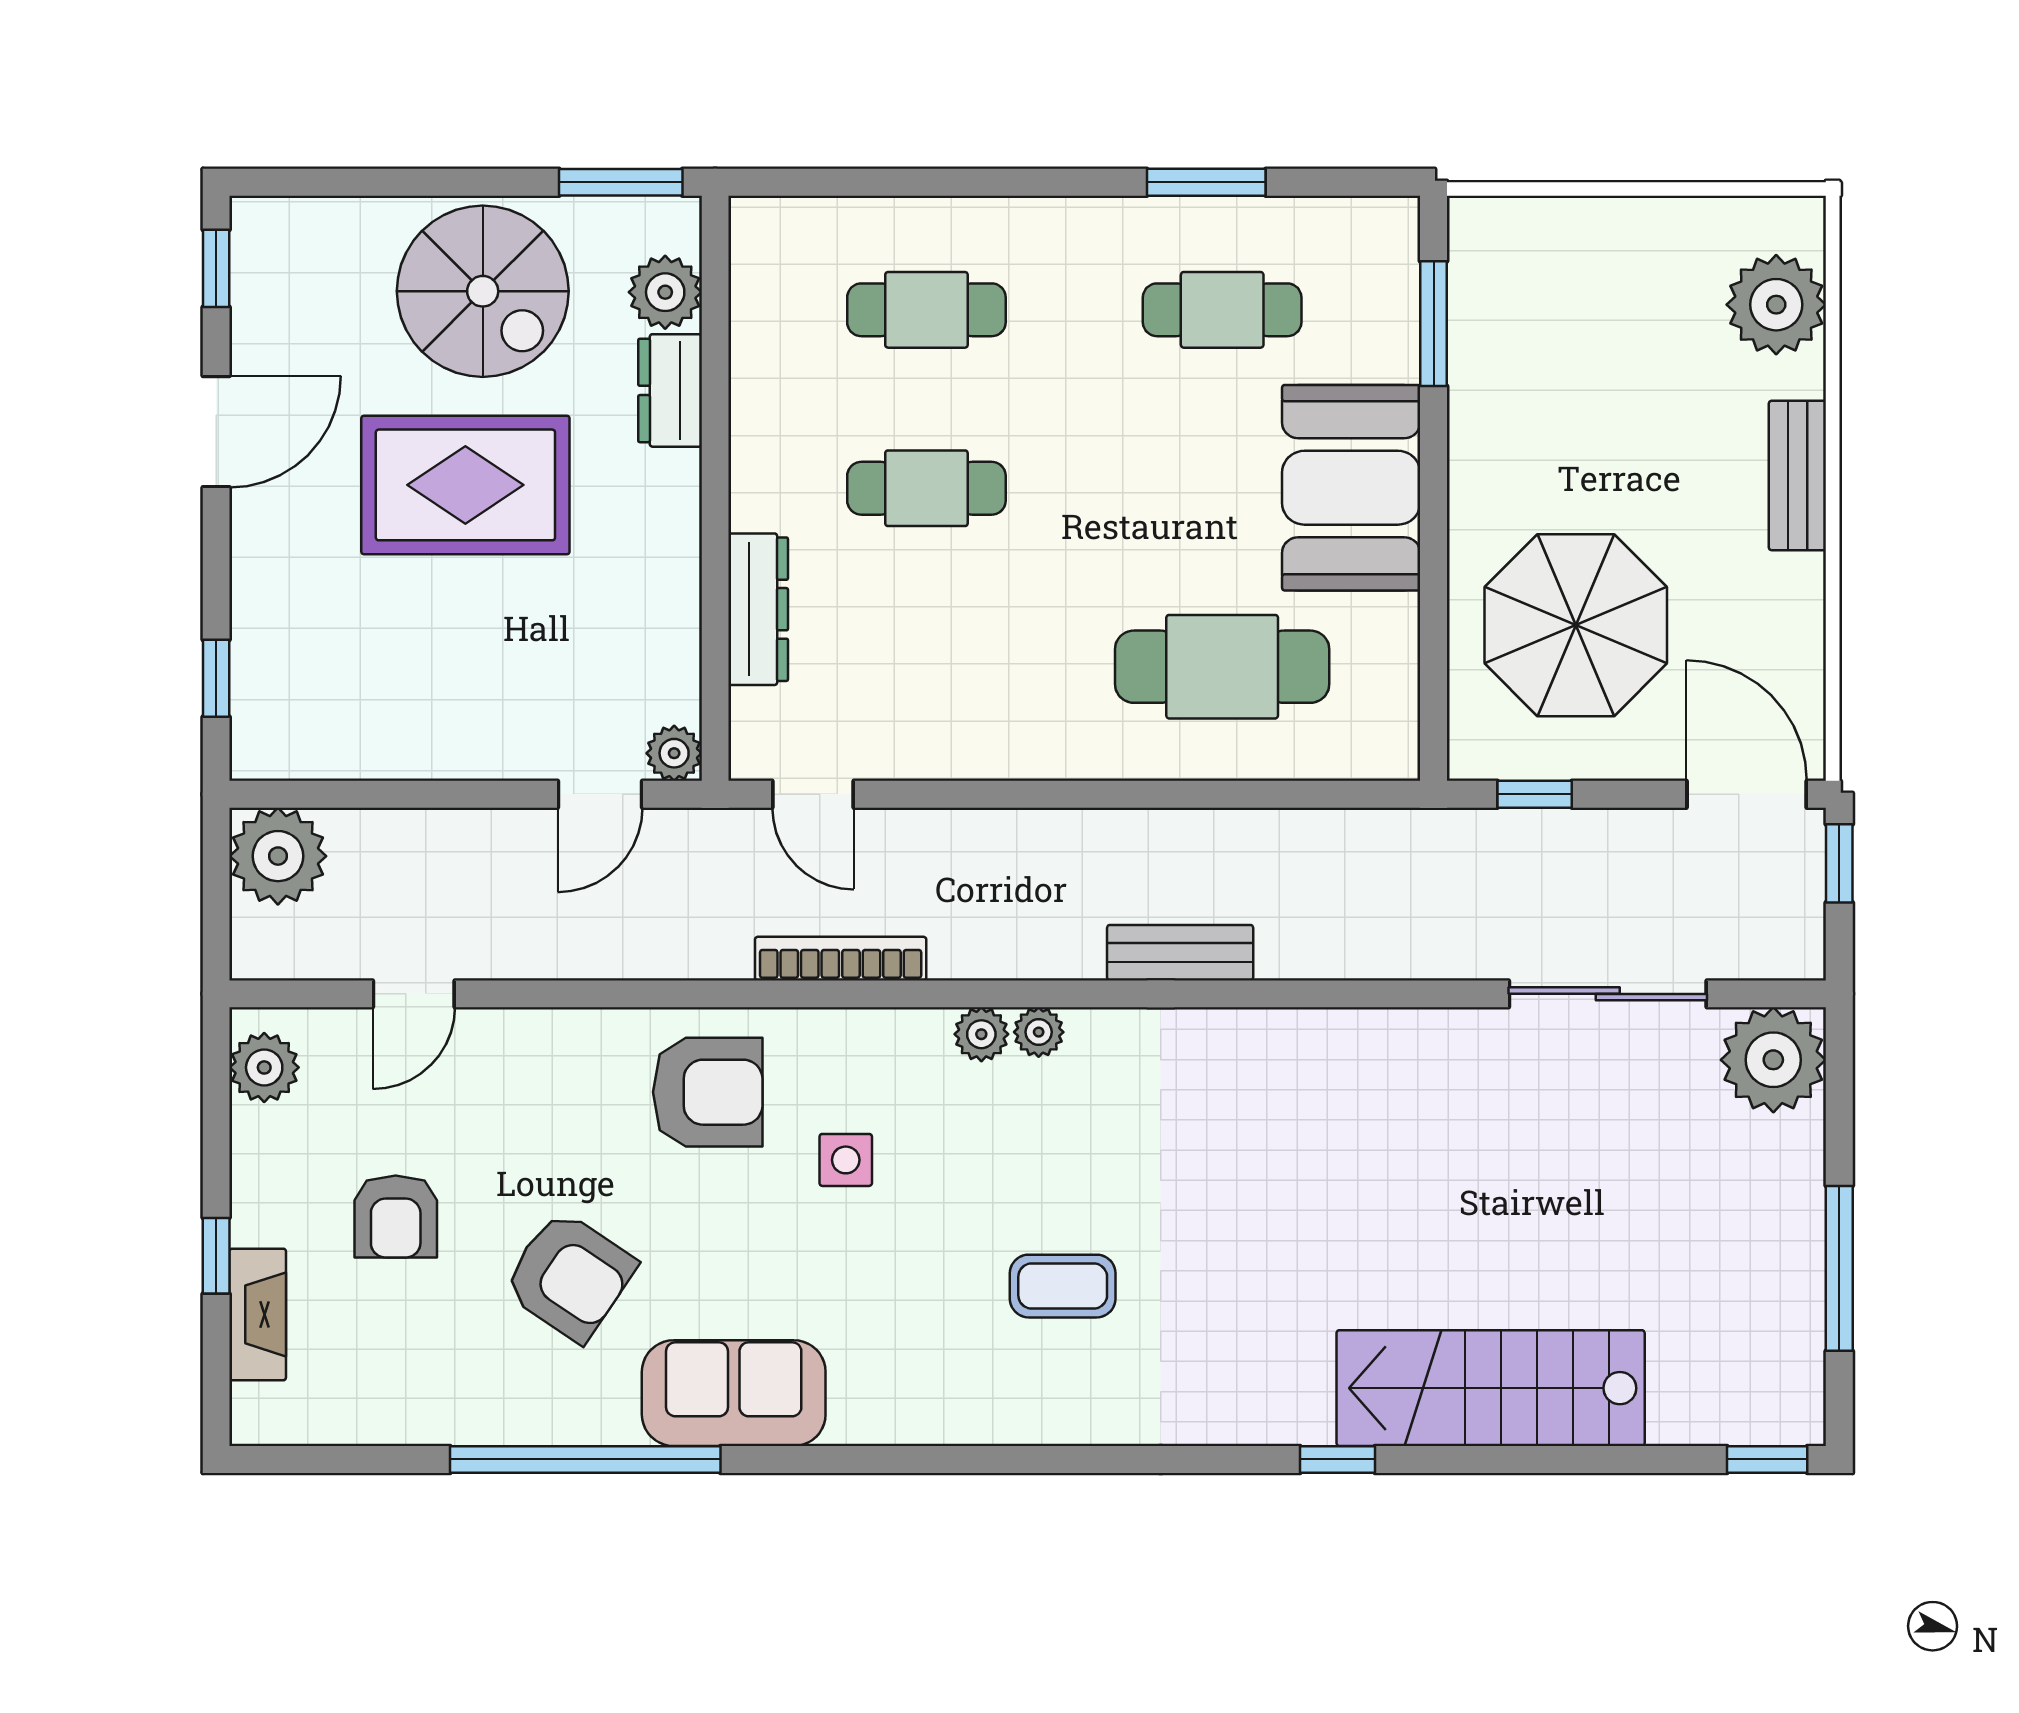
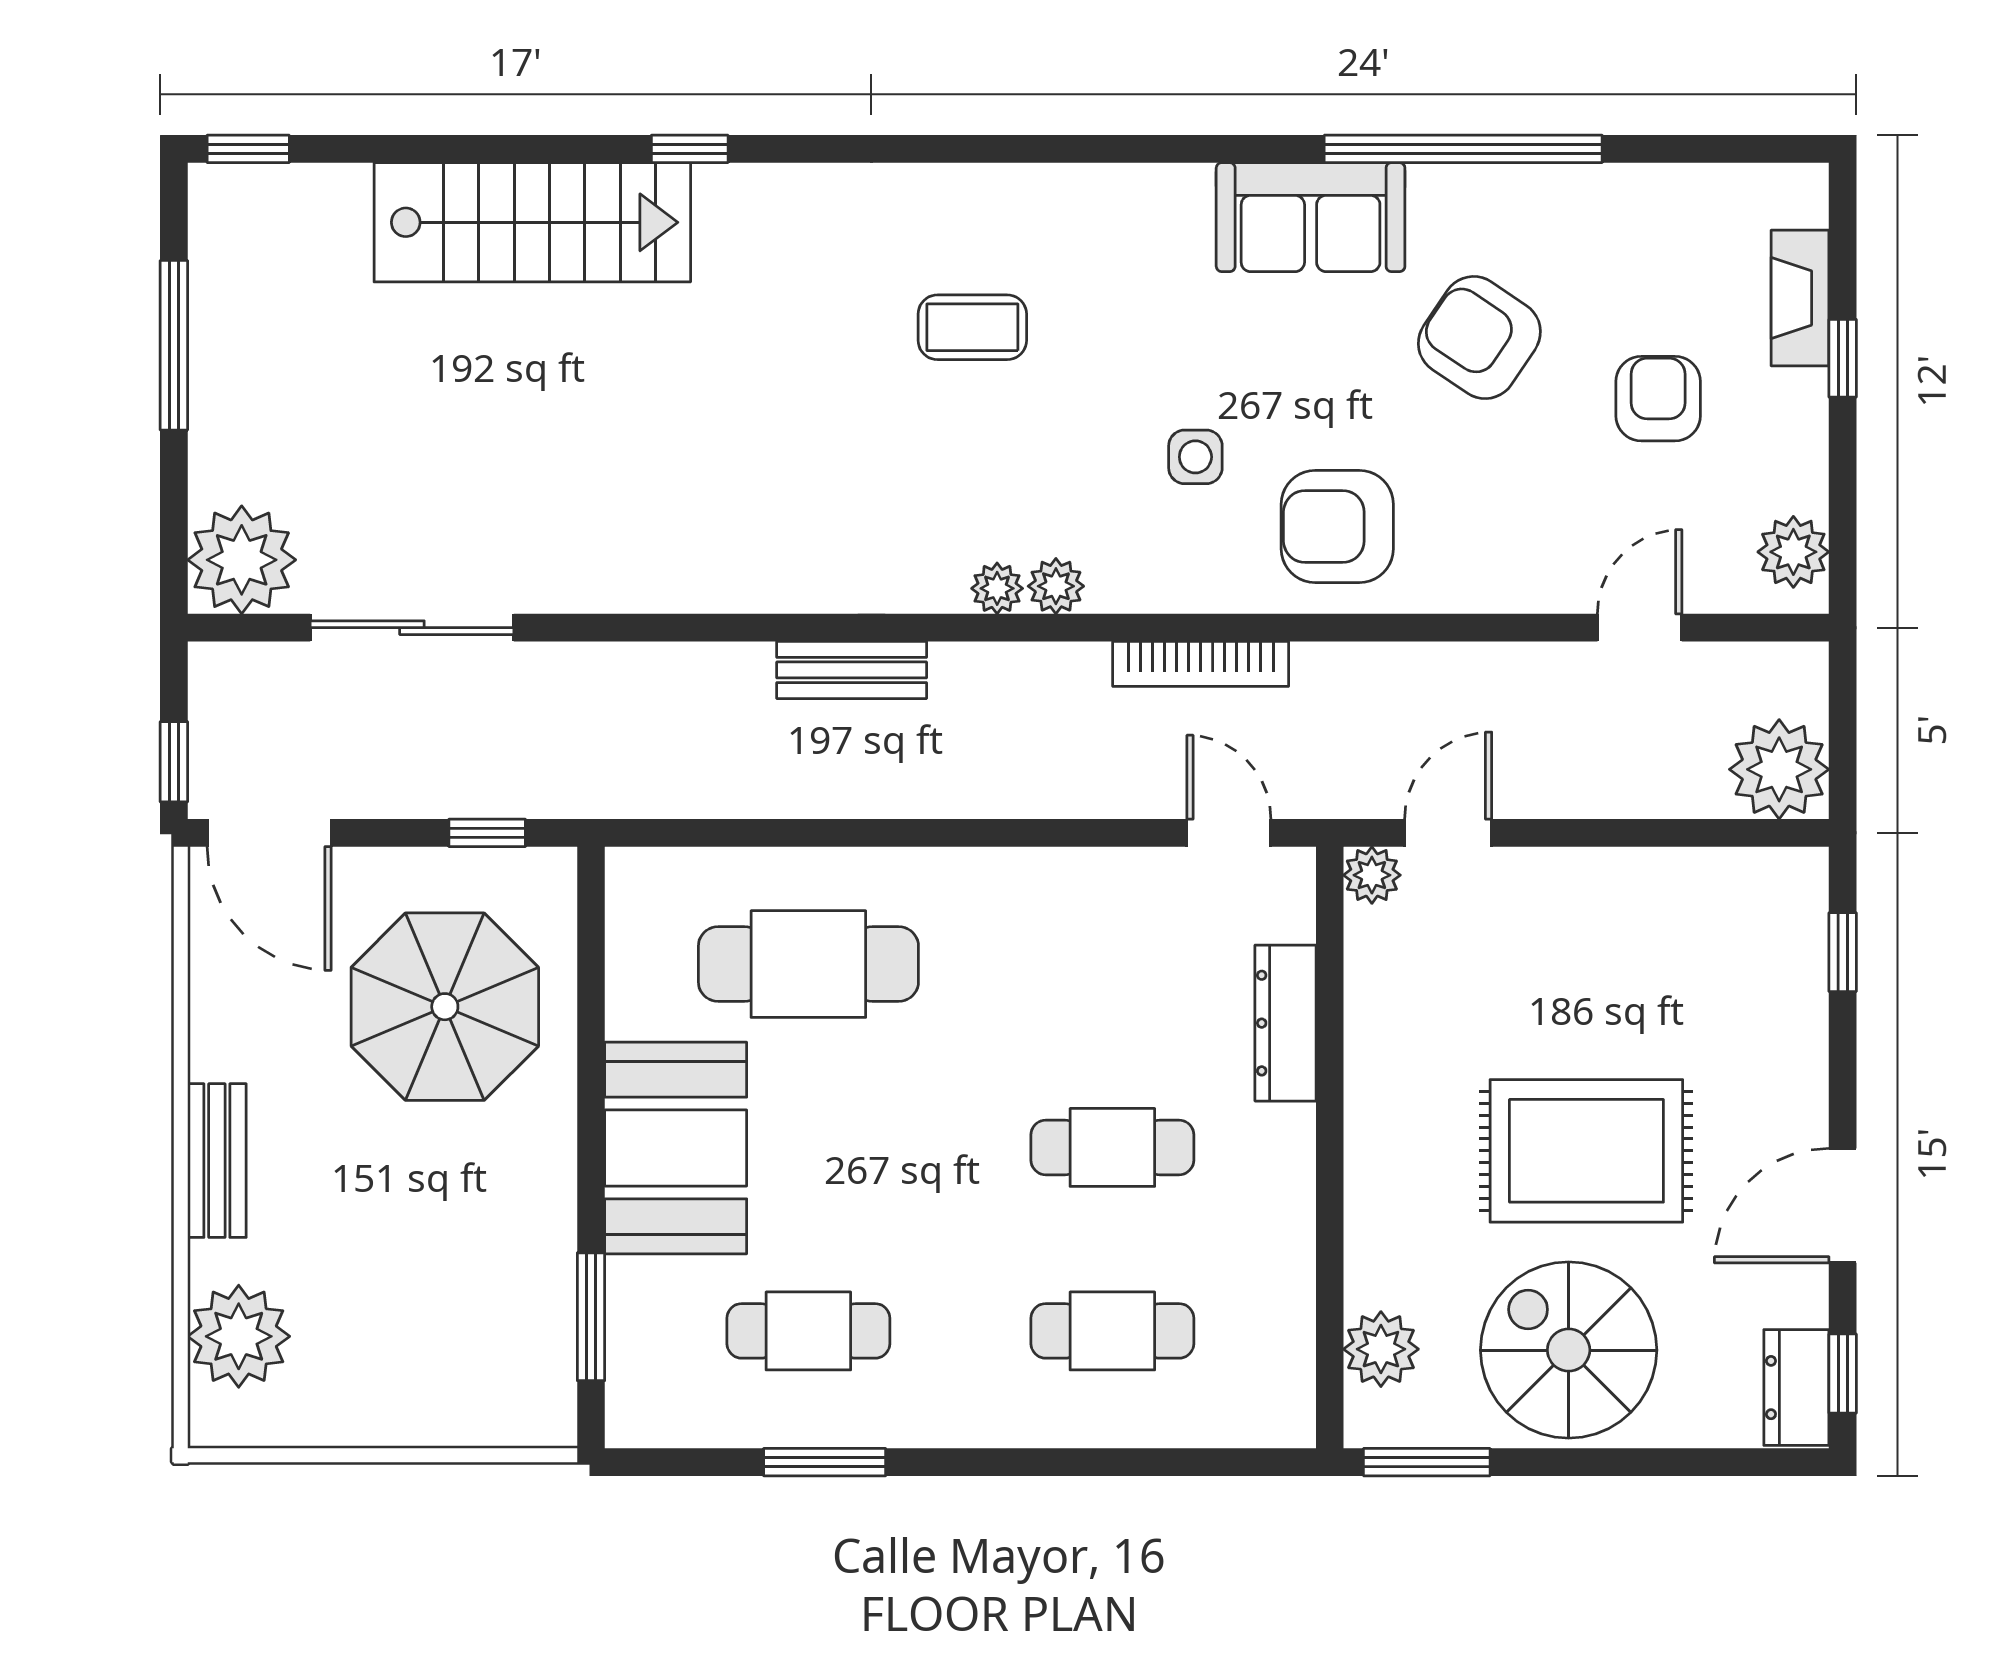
dresser: (670, 390) -> (1796, 1388), moved, turned 180

